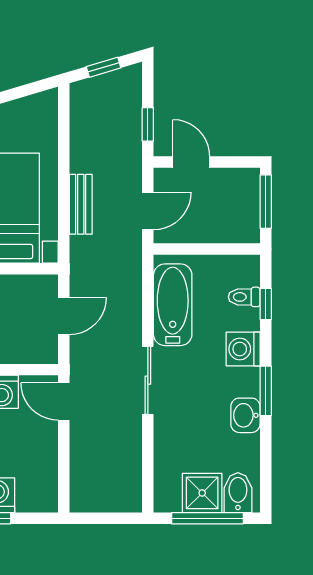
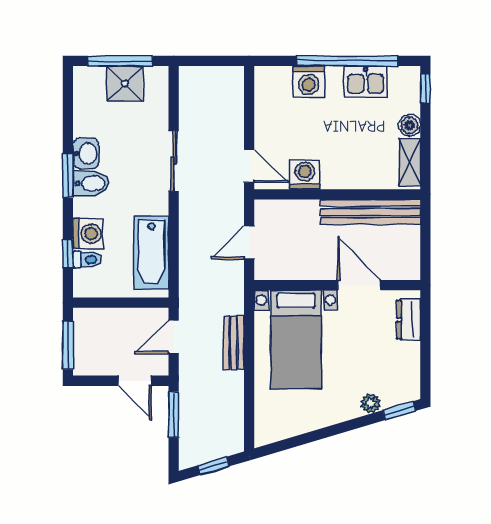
window: (148, 124) -> (174, 415), width x1.50
washing machine: (243, 349) -> (88, 234), moved
sliding door: (148, 380) -> (174, 161), moved
bidet: (238, 493) -> (91, 183), moved, turned -90

